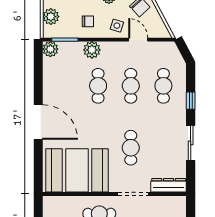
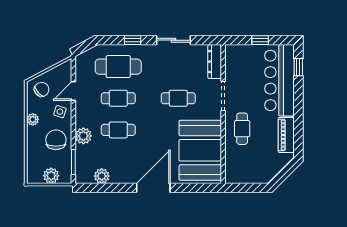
chair: (88, 21) -> (56, 140), width x1.87, depth x1.87
plant: (50, 49) -> (102, 176), moved
cafe table: (163, 86) -> (118, 67), width x1.37, depth x1.35

